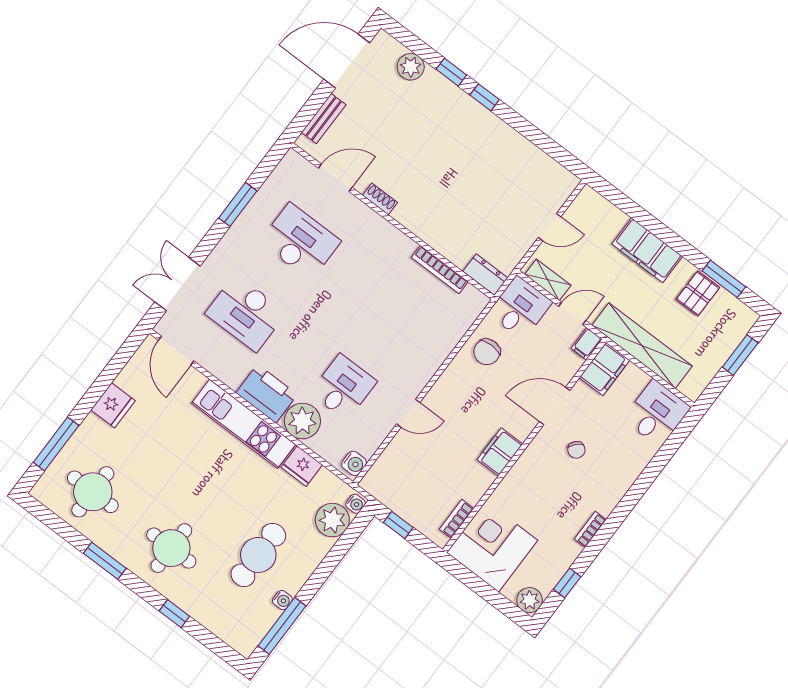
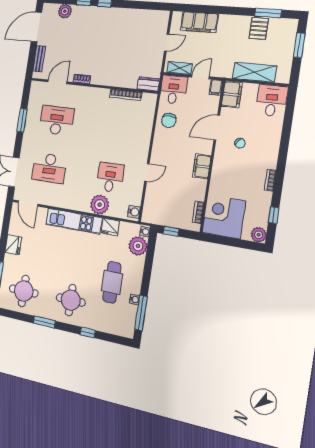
filing cabinet: (647, 250) -> (199, 22), moved
shelving: (642, 346) -> (254, 72), width x0.68
printer: (267, 394) -> (77, 201), removed

